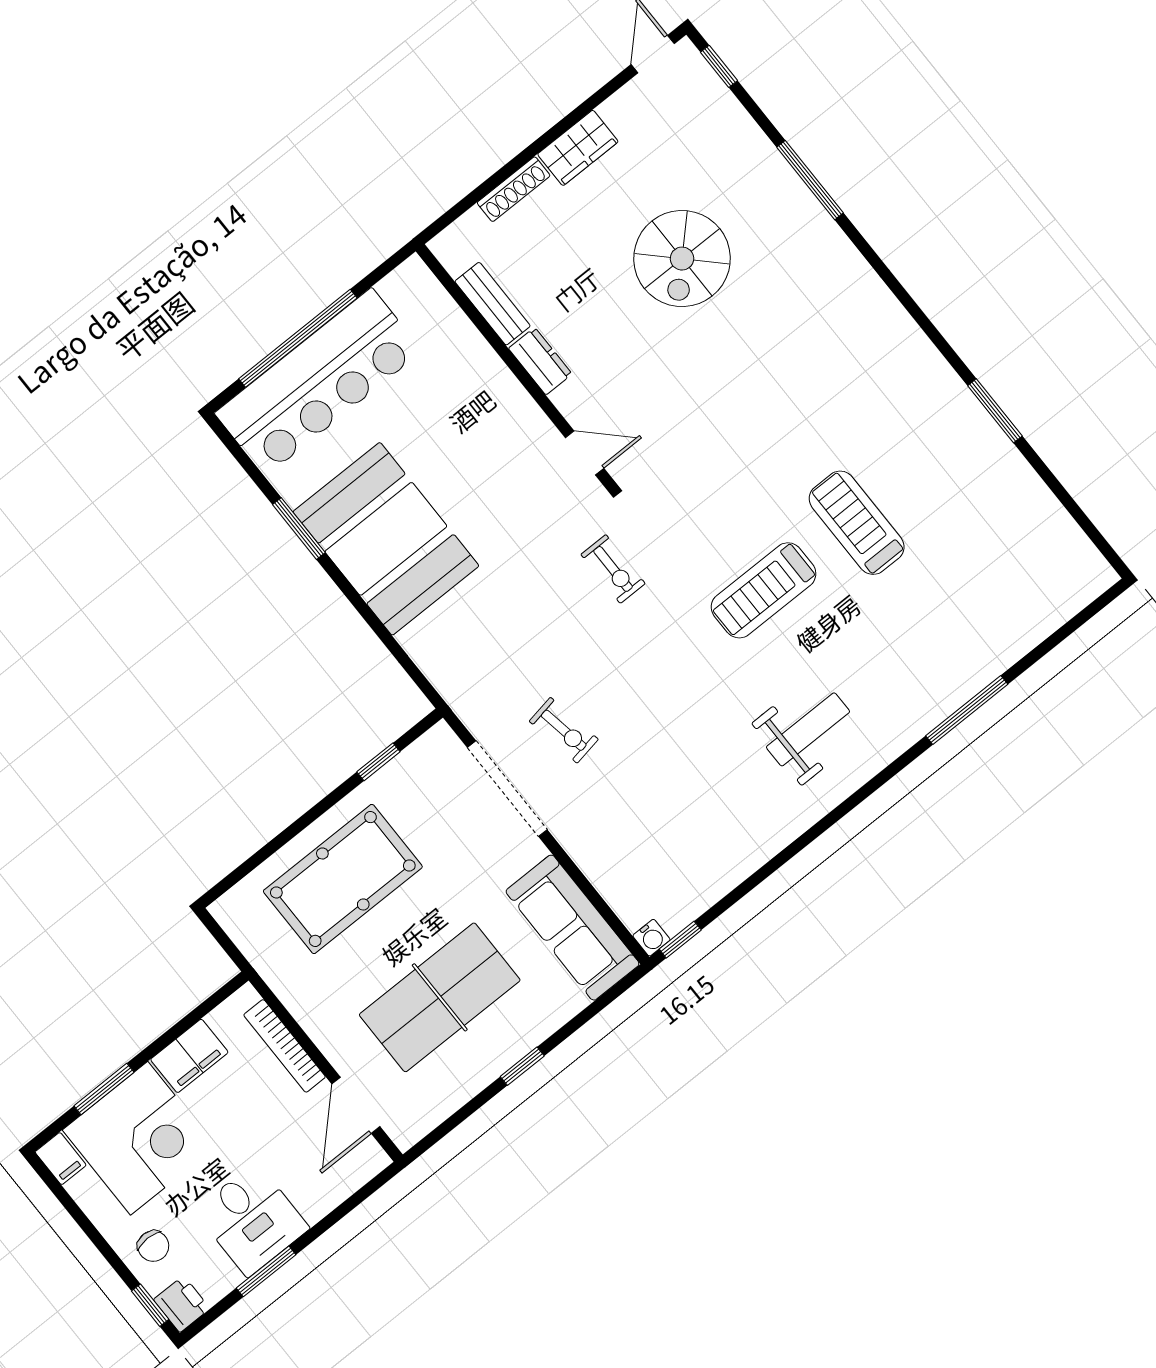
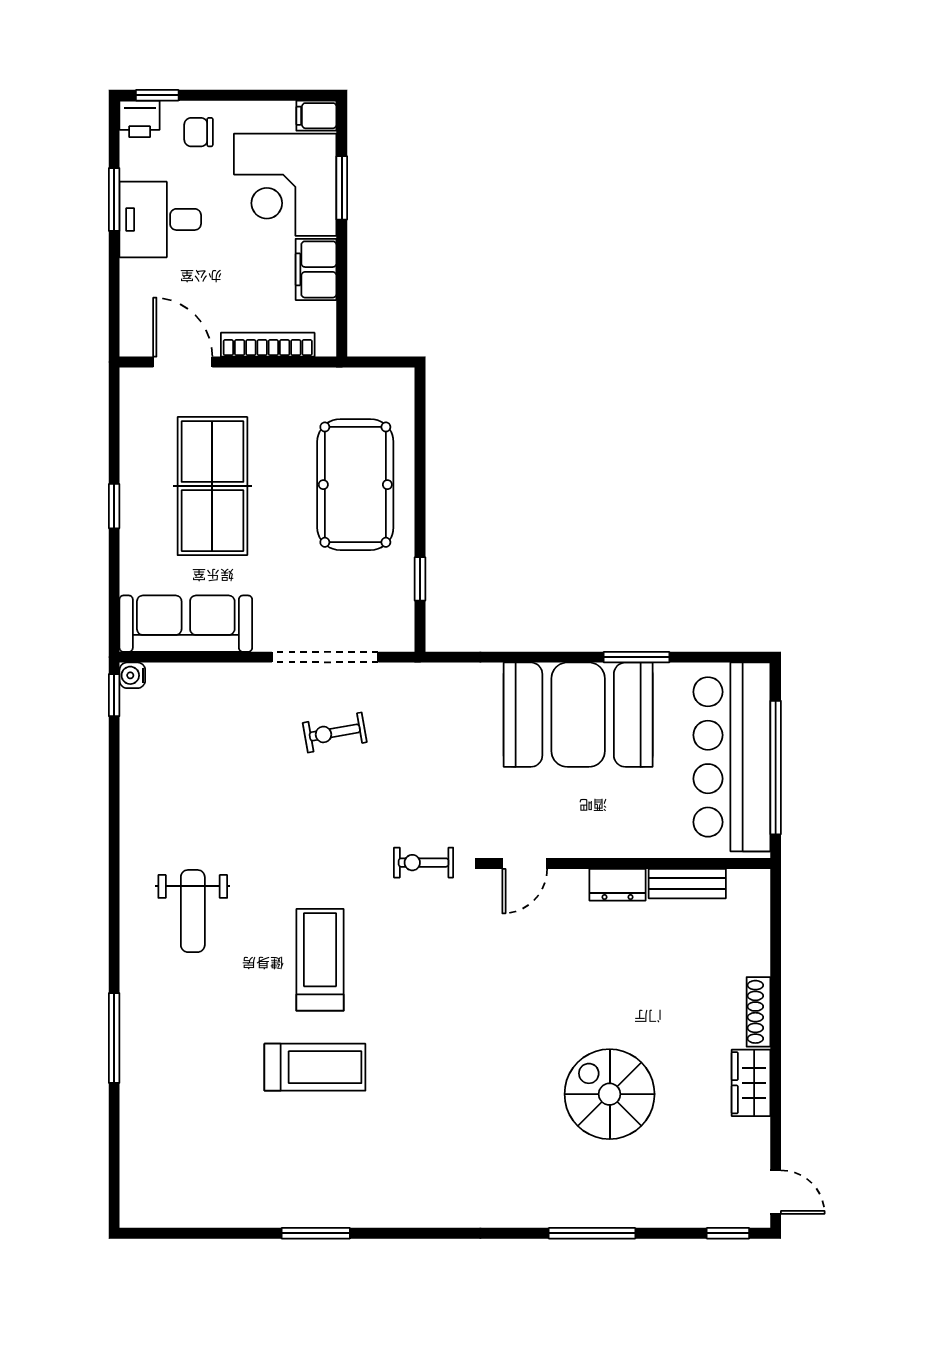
bench: (493, 304) -> (687, 884), moved
dresser: (540, 361) -> (618, 885), moved
wall: (515, 367) -> (628, 863), moved
door: (585, 453) -> (525, 863), moved

